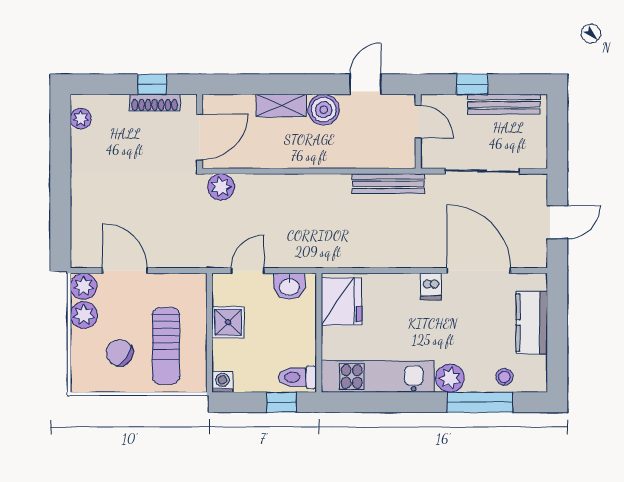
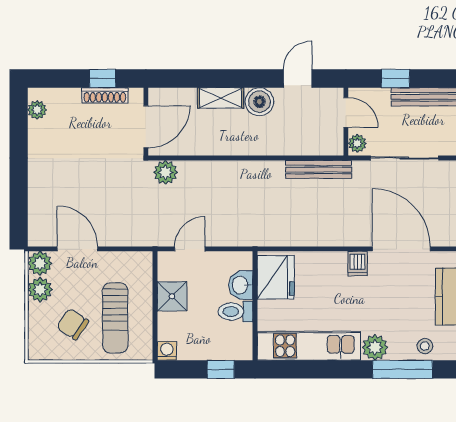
plant: (430, 155) -> (357, 143), added
washbasin: (289, 286) -> (241, 285), moved, turned 90
toilet: (297, 377) -> (236, 312), moved

